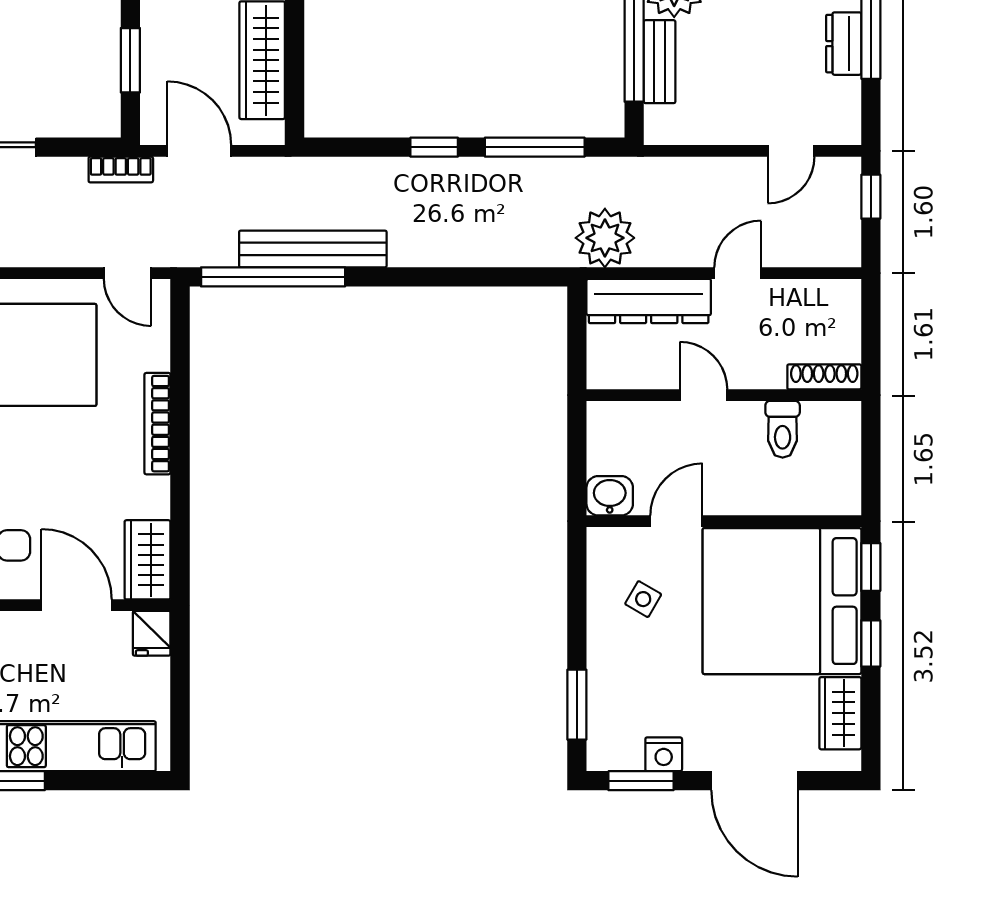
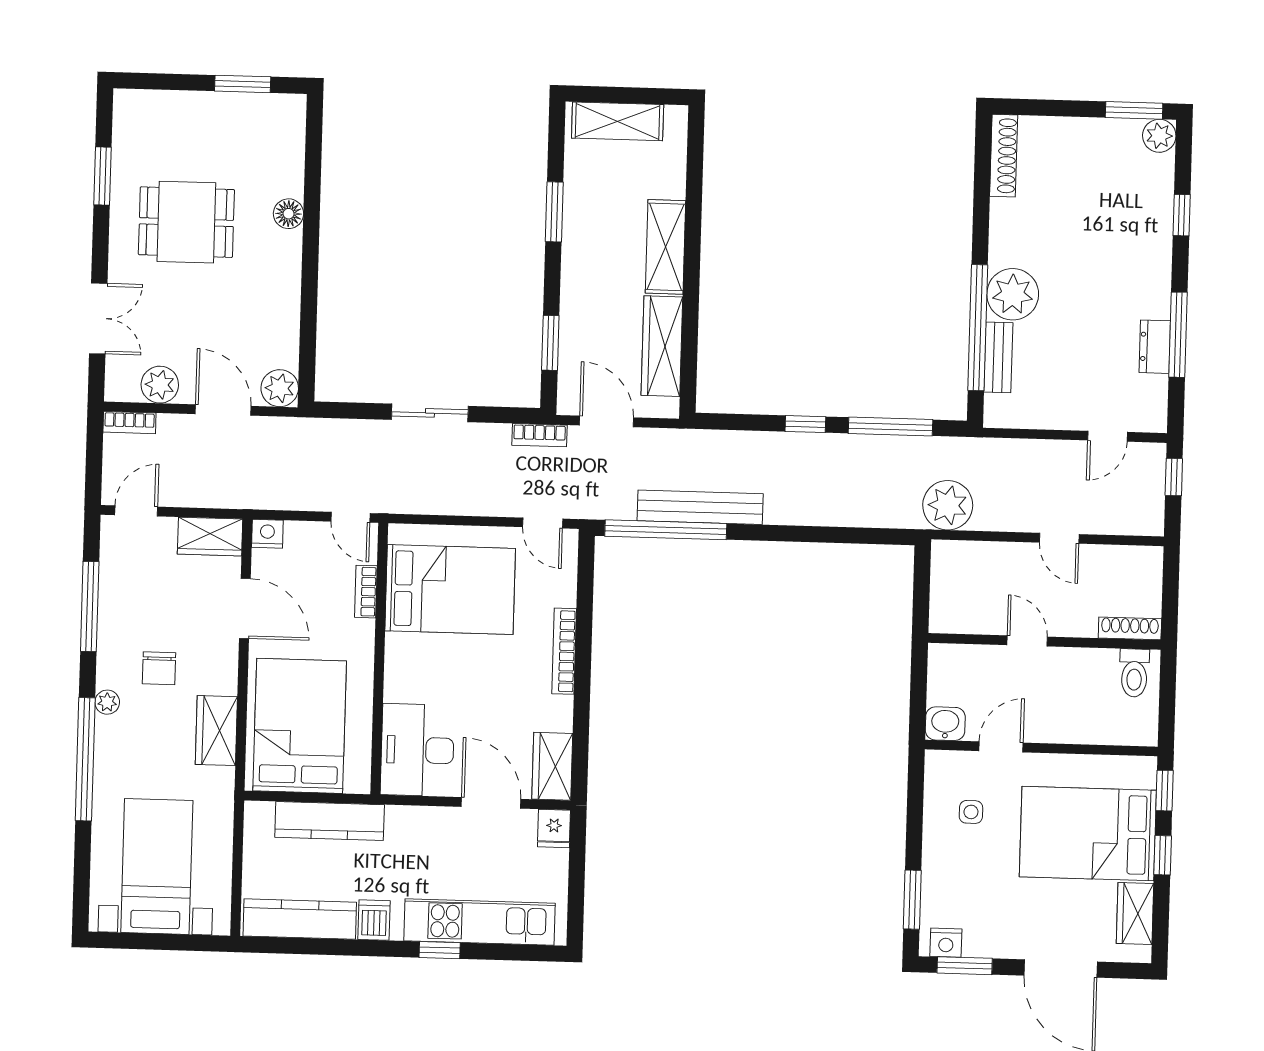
door: (738, 273) -> (1059, 538), swing flipped
dresser: (649, 301) -> (983, 560), removed
toilet: (783, 429) -> (1134, 673), moved
side table: (643, 599) -> (971, 812), turned -30
bed: (782, 601) -> (1088, 834), width x0.73
nightstand: (664, 754) -> (946, 943), moved

